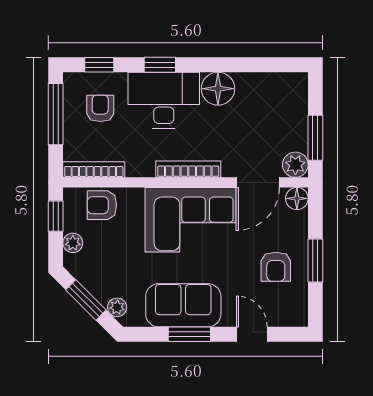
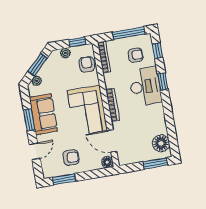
floor lamp: (218, 89) -> (161, 143), moved
window: (315, 138) -> (155, 164), moved
plant: (295, 165) -> (124, 158), removed
window: (315, 261) -> (64, 179), moved
armchair: (276, 267) -> (71, 158), turned 180

